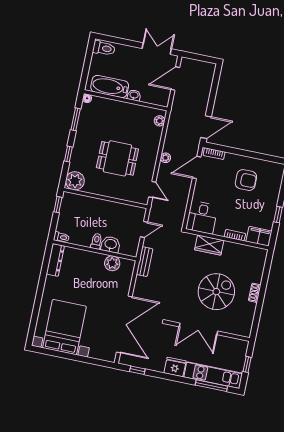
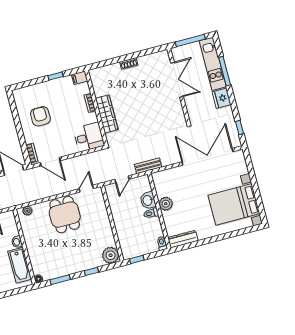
dining table: (117, 158) -> (65, 215), moved
plant: (165, 158) -> (55, 191), removed
door: (144, 229) -> (122, 179), swing flipped
filing cabinet: (259, 236) -> (80, 78), width x0.50
wardrobe: (209, 245) -> (107, 114), width x1.50
plant: (112, 263) -> (166, 204), moved
spiral stairs: (216, 292) -> (143, 95), removed
double door: (198, 329) -> (177, 80), moved
window: (247, 364) -> (190, 41), width x2.17
window: (211, 386) -> (225, 71), moved

